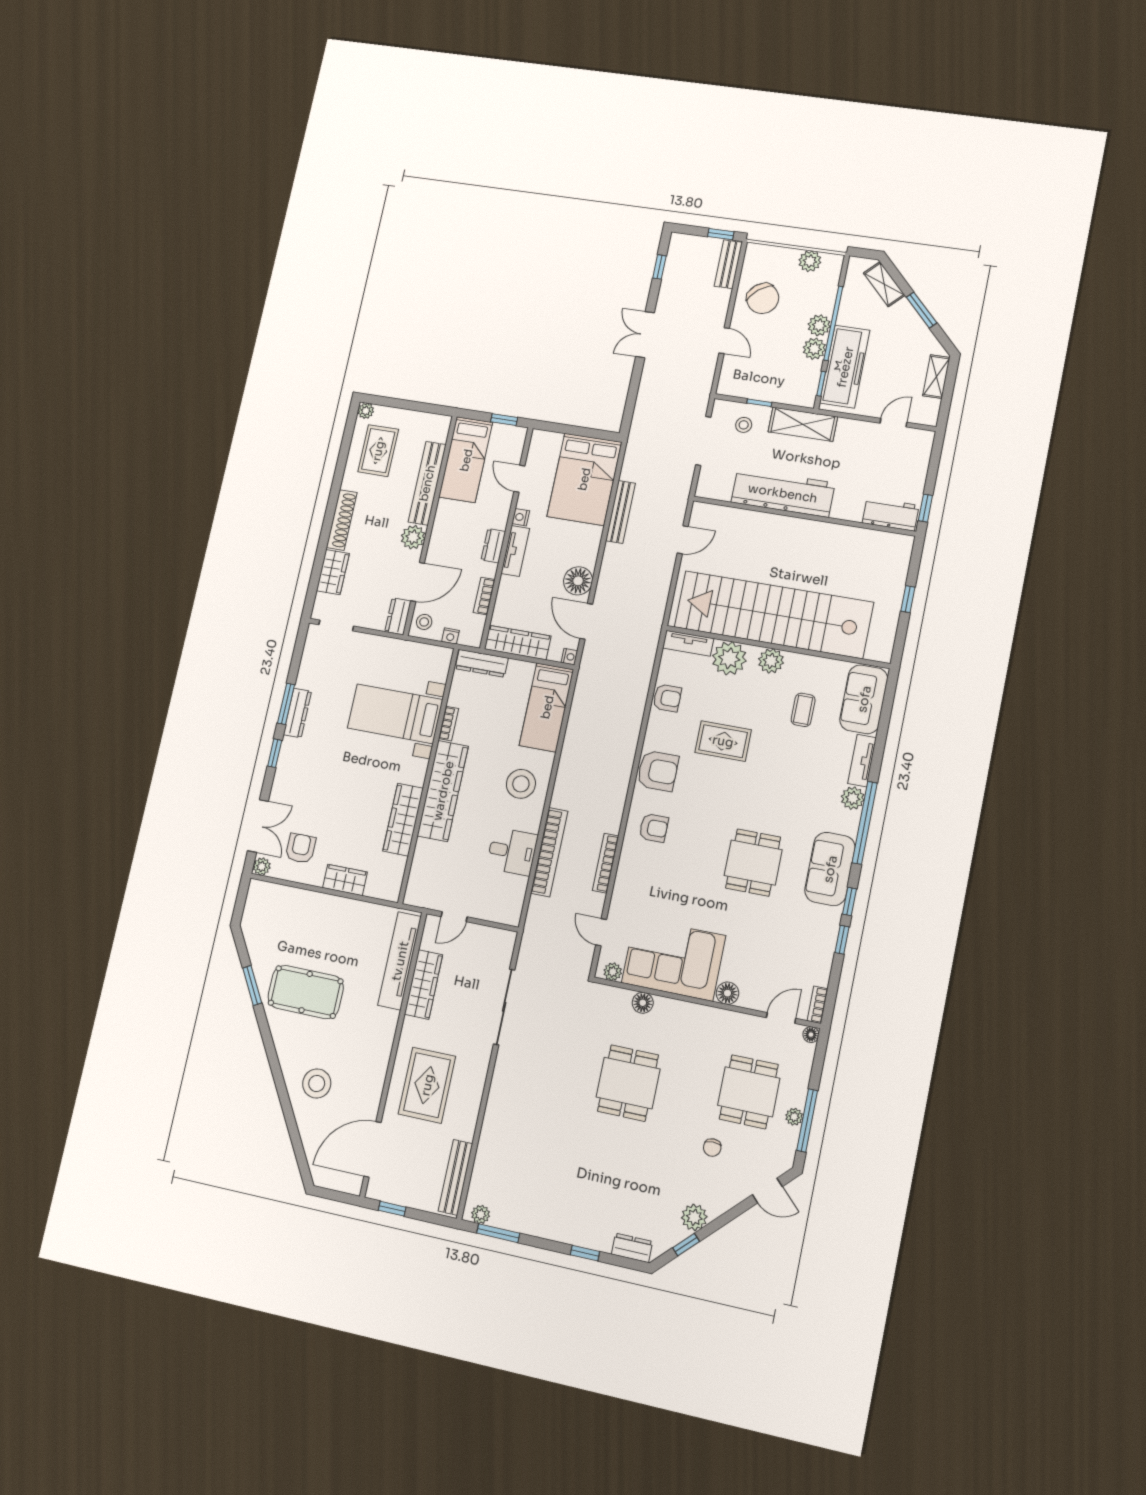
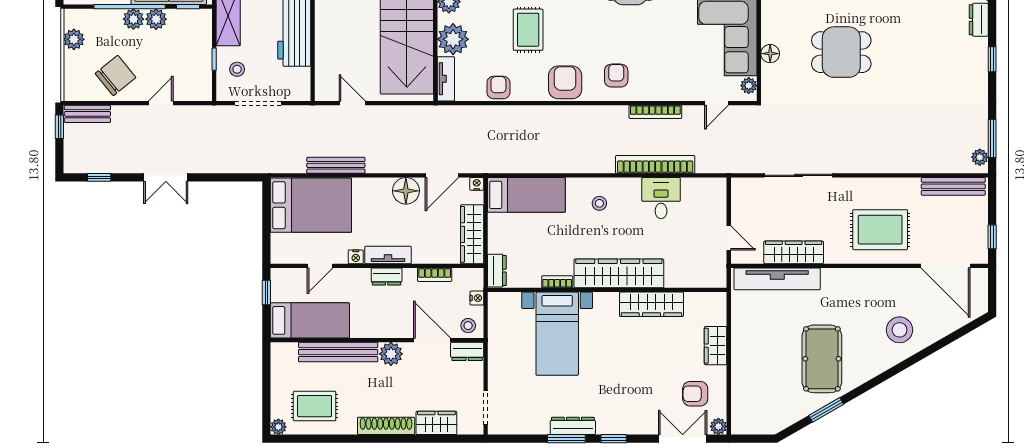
dresser: (482, 663) -> (497, 271), width x0.70
stool: (521, 784) -> (599, 203), width x0.53, depth x0.53

